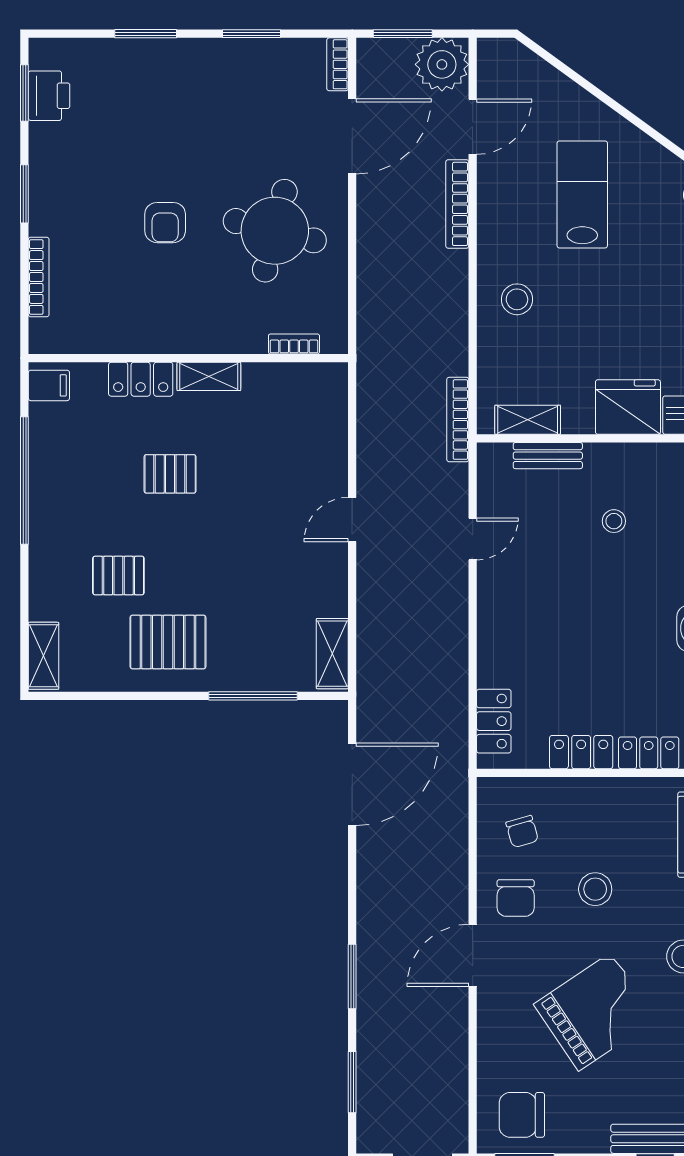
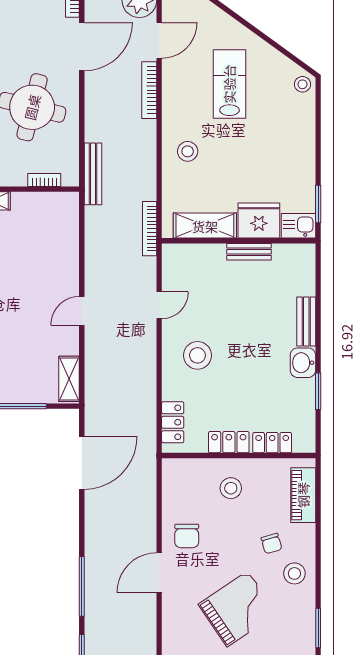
bench: (370, 334) -> (93, 174), added
shelving: (528, 420) -> (205, 226), width x1.50, depth x1.33
bench: (548, 456) -> (249, 252), moved
door: (352, 520) -> (82, 311), moved
stool: (614, 521) -> (197, 355), moved, width x1.89, depth x1.89
chair: (522, 831) -> (272, 543), moved
stool: (595, 889) -> (231, 488), moved
window: (352, 977) -> (82, 586), width x1.44

